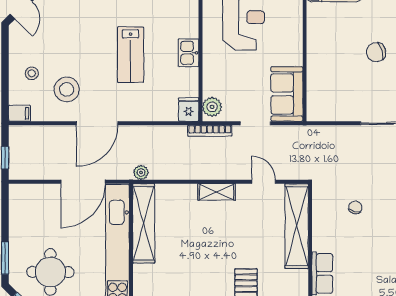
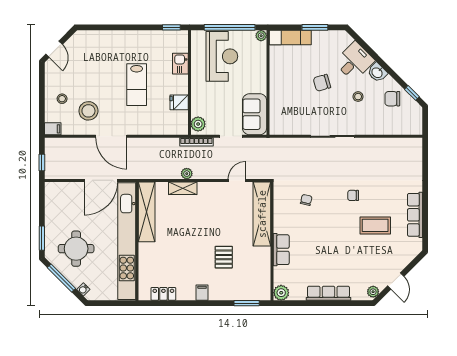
kitchen sink: (189, 53) -> (180, 64), moved
fridge: (189, 109) -> (179, 102), moved, turned -90
door: (97, 123) -> (111, 136), hinge flipped
plant: (141, 173) -> (187, 174), moved
door: (264, 182) -> (237, 180), hinge flipped
shelving: (217, 192) -> (183, 188), moved

